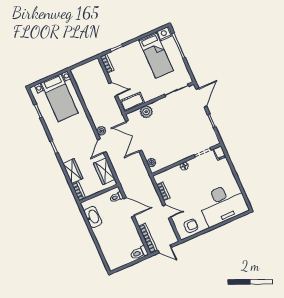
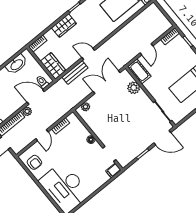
plant: (101, 131) -> (27, 111), moved
bench: (116, 163) -> (75, 73), added
wardrobe: (73, 171) -> (64, 26), moved
wardrobe: (104, 171) -> (53, 66), moved, turned 90
door: (129, 207) -> (36, 97), swing flipped

